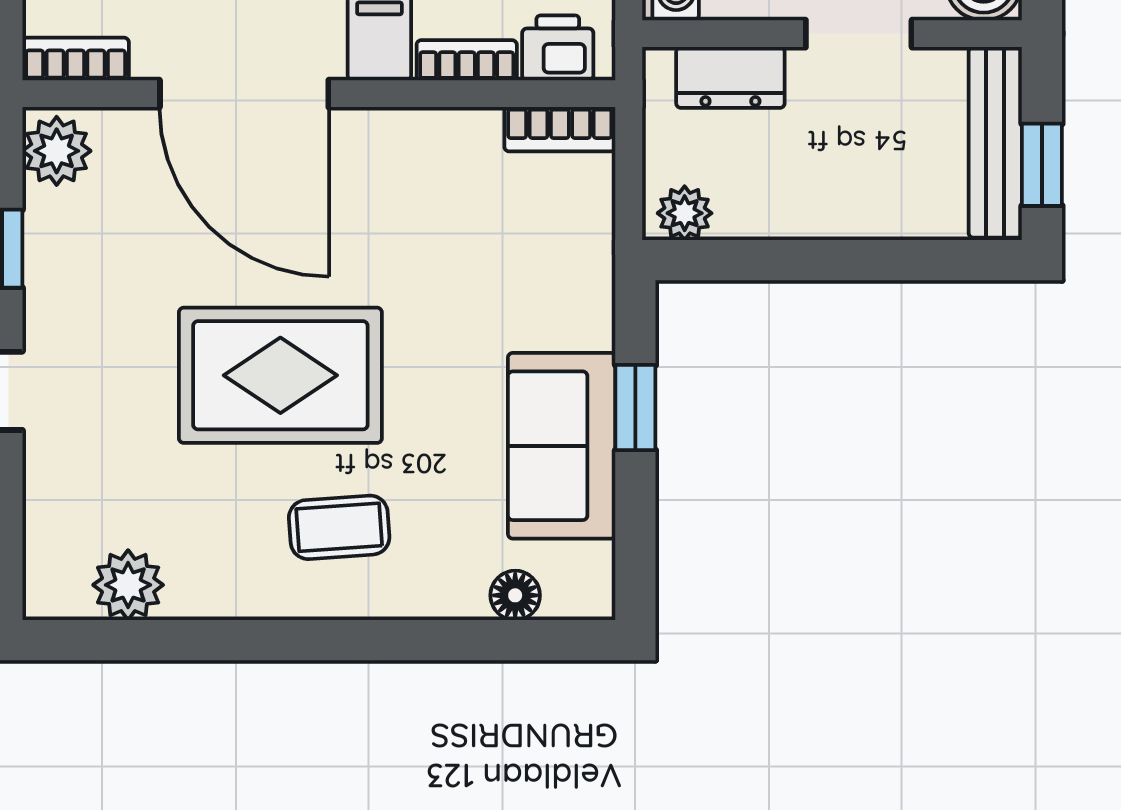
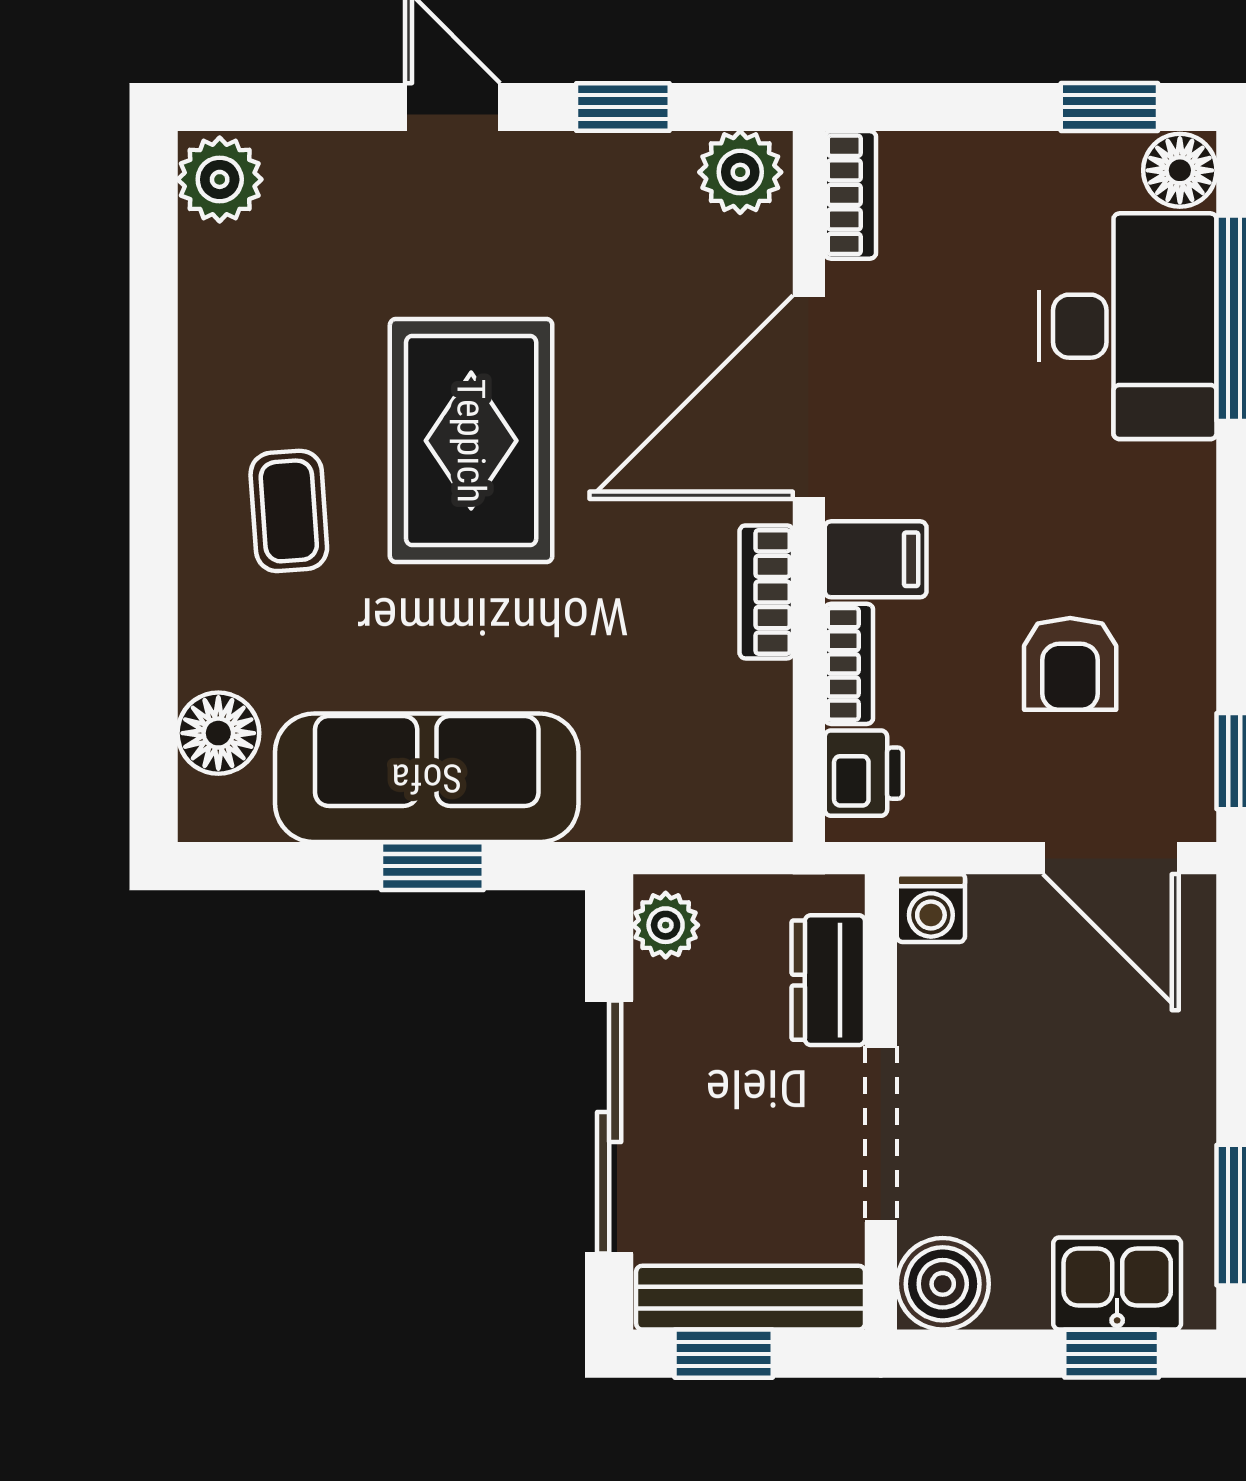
doorway: (859, 34) -> (881, 1134), width x1.38
bookcase: (560, 129) -> (766, 592), moved
sliding door: (853, 260) -> (609, 1127), added
sofa: (562, 446) -> (427, 778), width x1.36
plant: (128, 585) -> (220, 179), moved
floor lamp: (515, 595) -> (218, 733), width x1.37, depth x1.37

